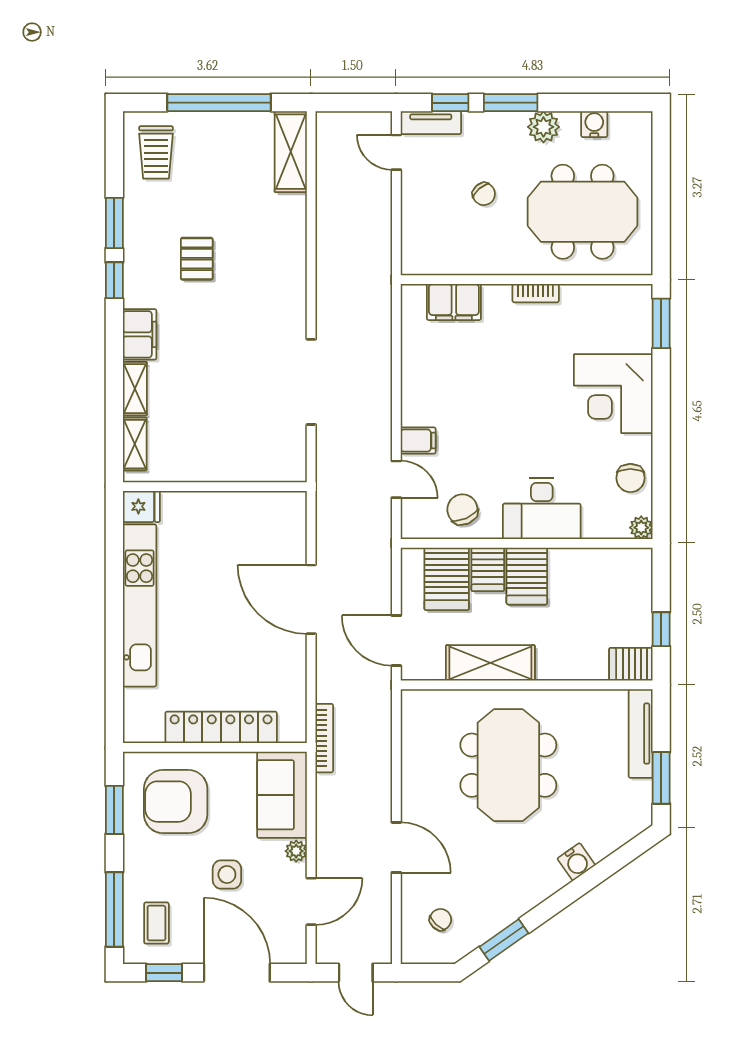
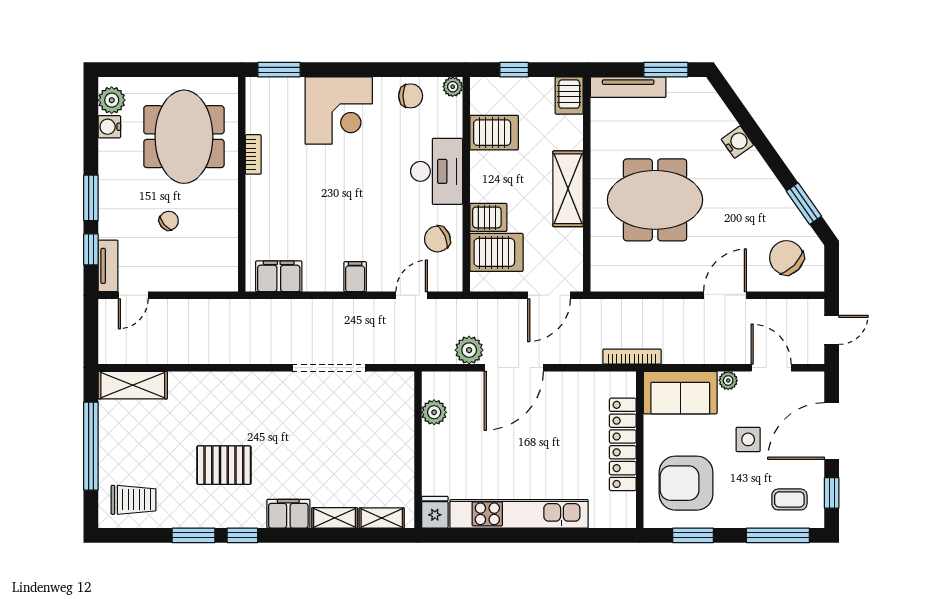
plant: (543, 127) -> (112, 100), moved
pallet: (197, 259) -> (224, 465), width x1.50, depth x1.42
bookcase: (536, 293) -> (253, 154), moved
filing cabinet: (454, 302) -> (279, 276), moved, turned -90
filing cabinet: (418, 440) -> (355, 277), moved
plant: (259, 506) -> (434, 412), added
plant: (332, 547) -> (469, 350), added
server rack: (527, 576) -> (494, 133), moved
window: (661, 629) -> (514, 70), moved
shelving: (490, 663) -> (568, 189), moved
armchair: (176, 802) -> (686, 483), turned 90
chair: (440, 920) -> (786, 258), width x1.87, depth x1.87

